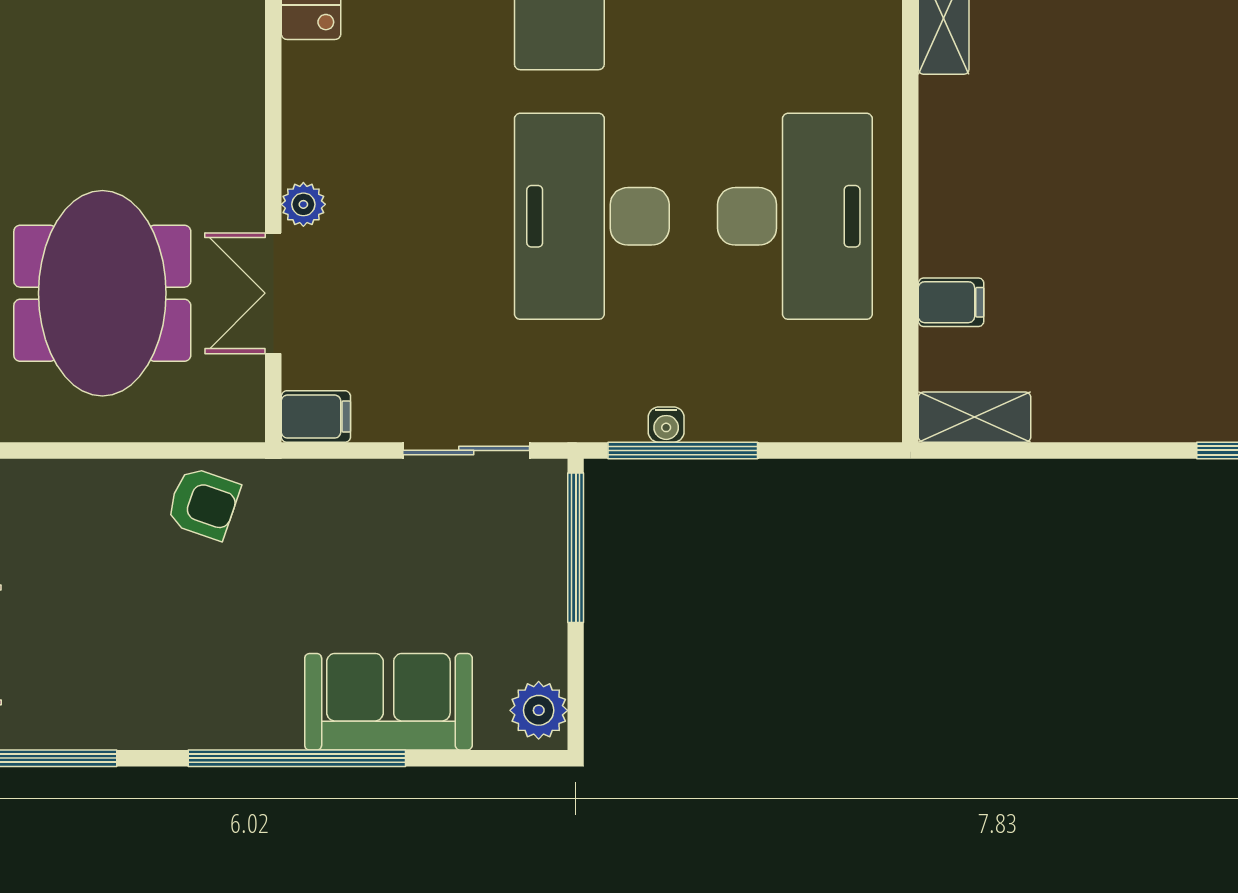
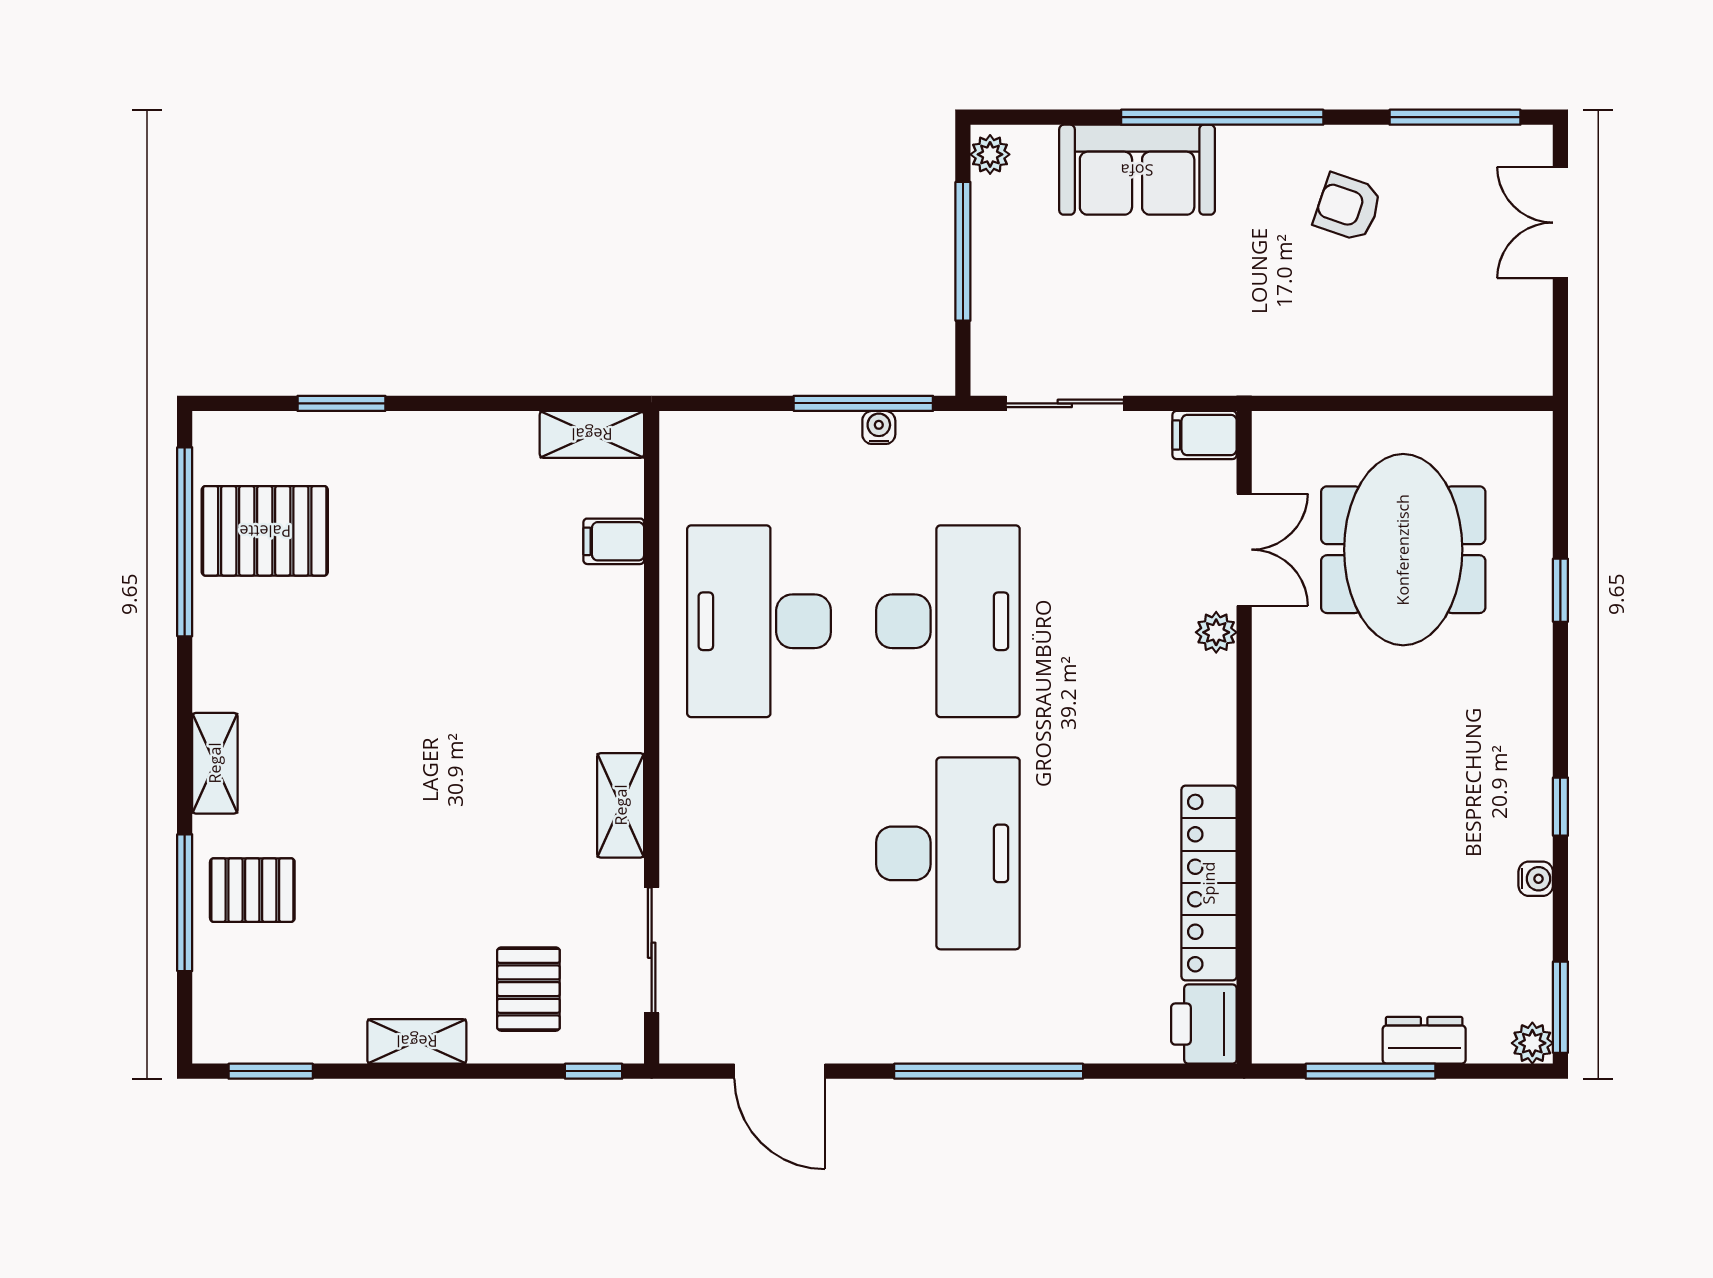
armchair: (203, 503) -> (1348, 207), moved
window: (576, 548) -> (963, 251), moved
plant: (539, 710) -> (990, 154), width x0.73, depth x0.73

